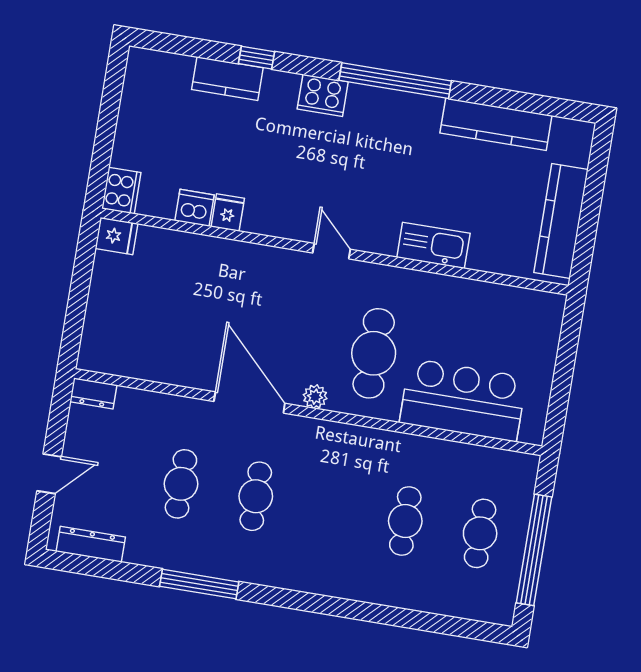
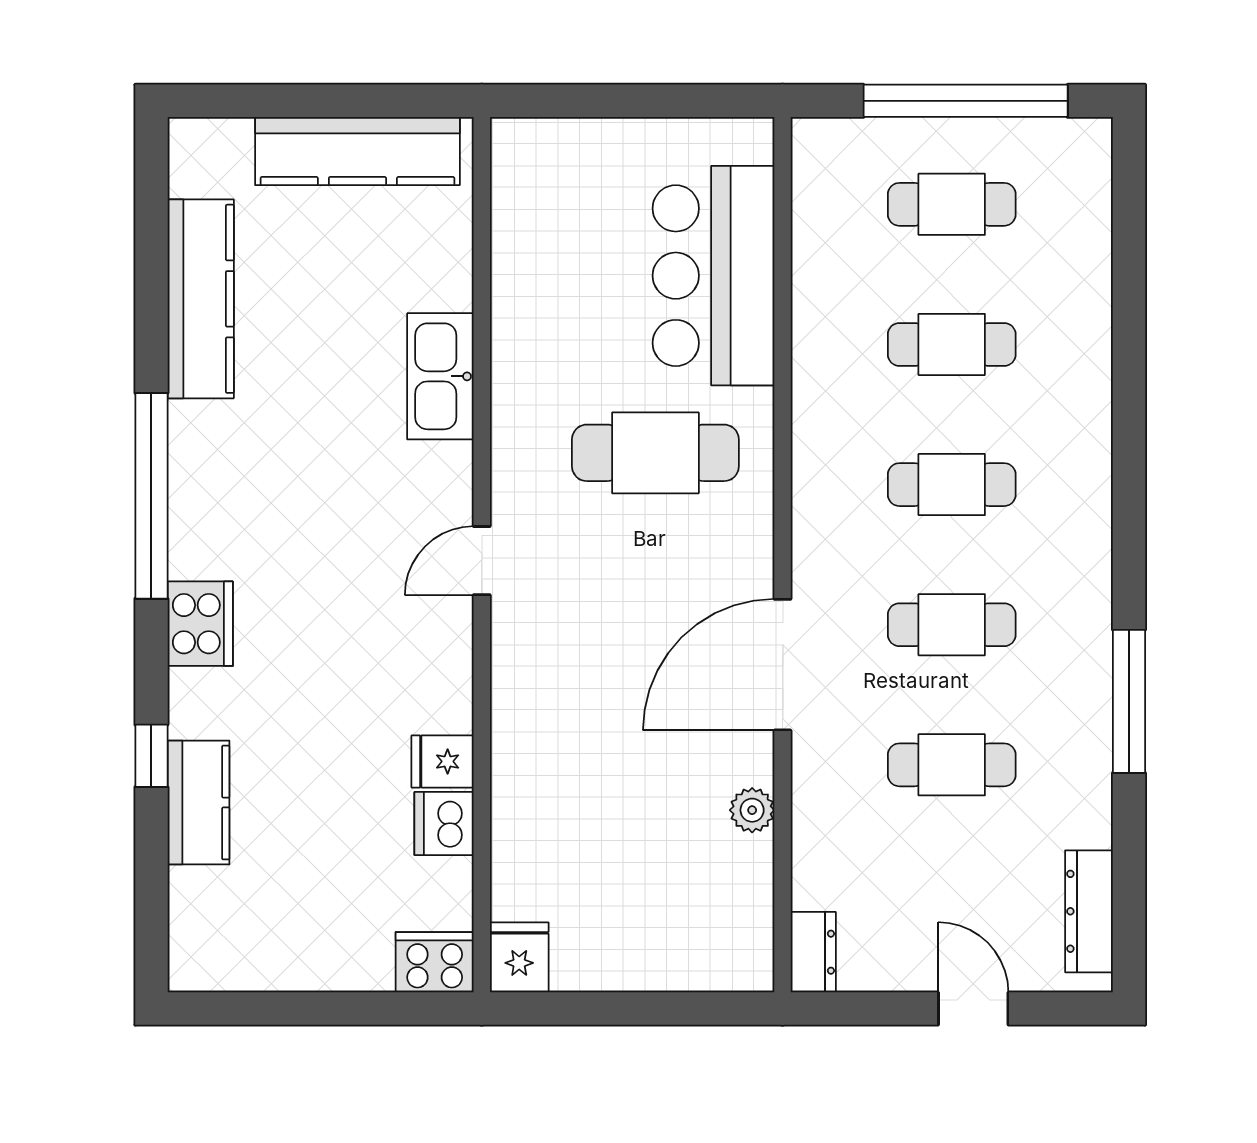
plant: (315, 397) -> (752, 810), moved
cafe table: (331, 509) -> (952, 485), added

